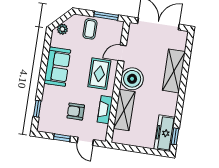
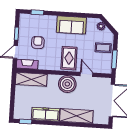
rug: (99, 74) -> (69, 58), turned 90
fireplace: (105, 110) -> (27, 64), moved
shelving: (124, 110) -> (31, 79), moved
freezer: (165, 133) -> (45, 114), moved

